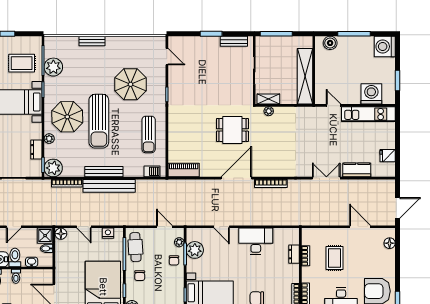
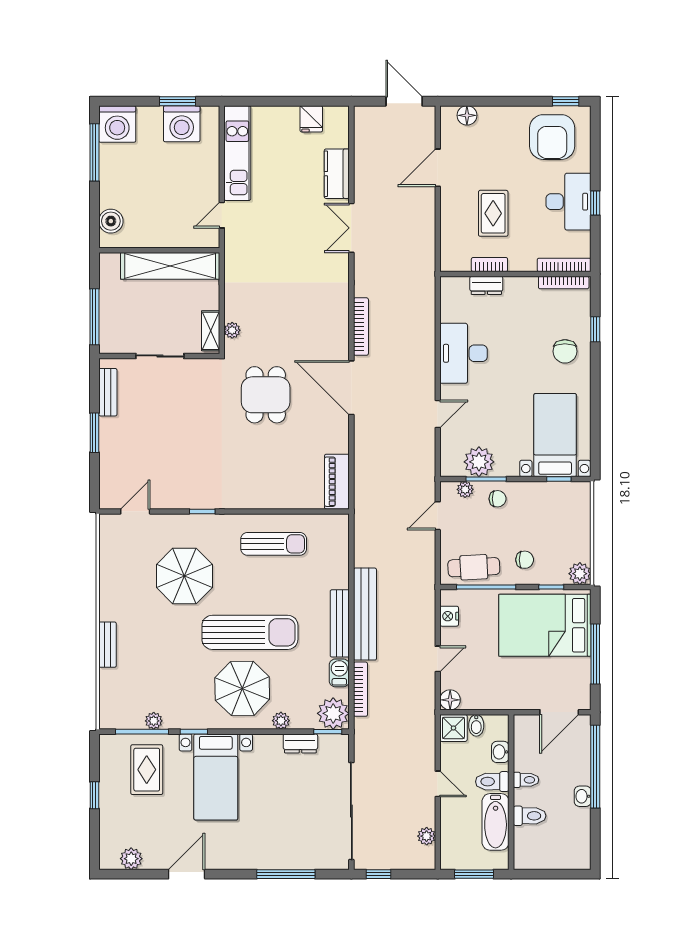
window: (354, 34) -> (94, 152), moved
plant: (53, 67) -> (154, 721), width x0.53, depth x0.53
washing machine: (371, 94) -> (182, 124), moved, turned -90
barbecue: (152, 171) -> (339, 673), moved
rug: (334, 258) -> (493, 213), turned 90

